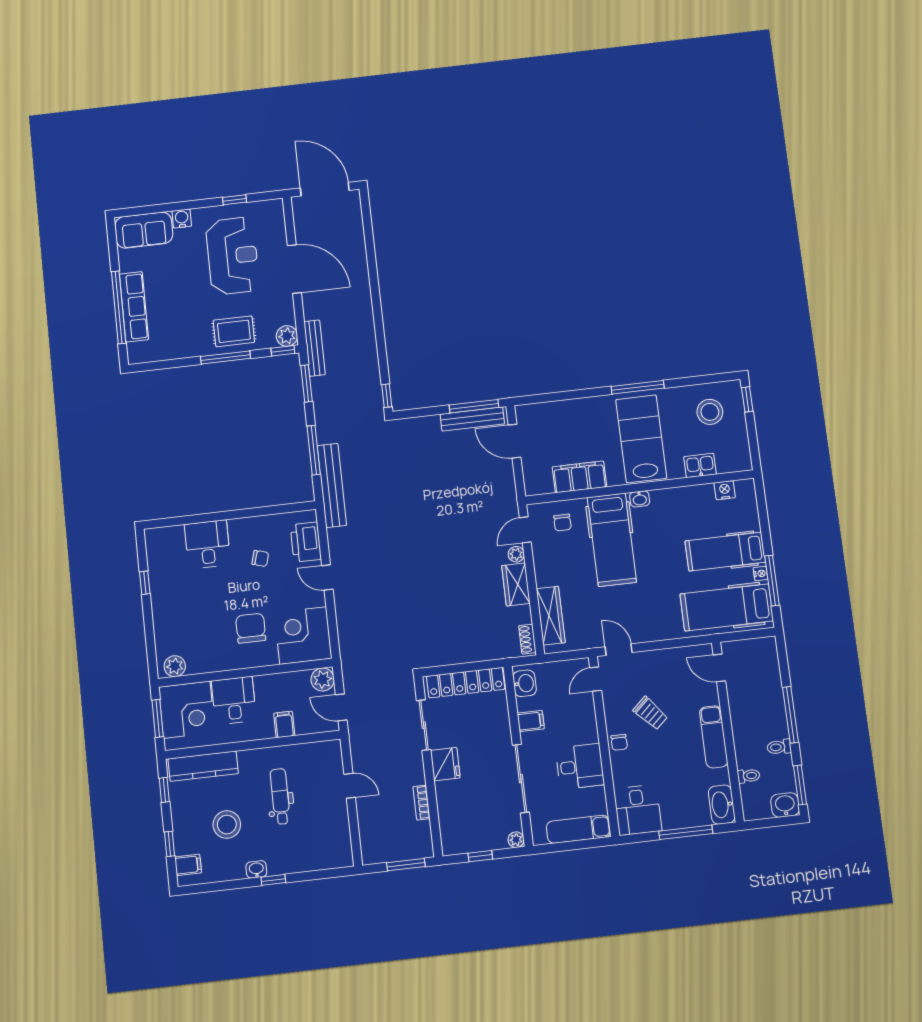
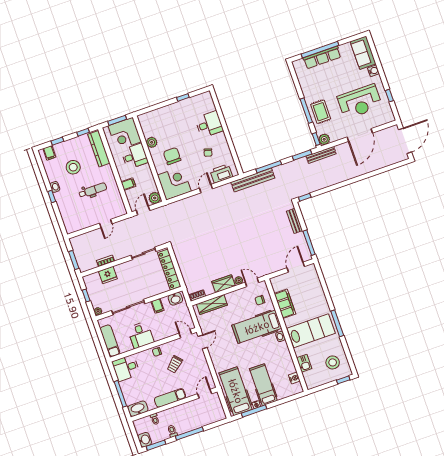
bench: (472, 419) -> (295, 221), moved, width x0.73
chair: (251, 628) -> (172, 156), turned -90
plant: (175, 666) -> (152, 142), moved
fridge: (445, 764) -> (108, 275), moved

